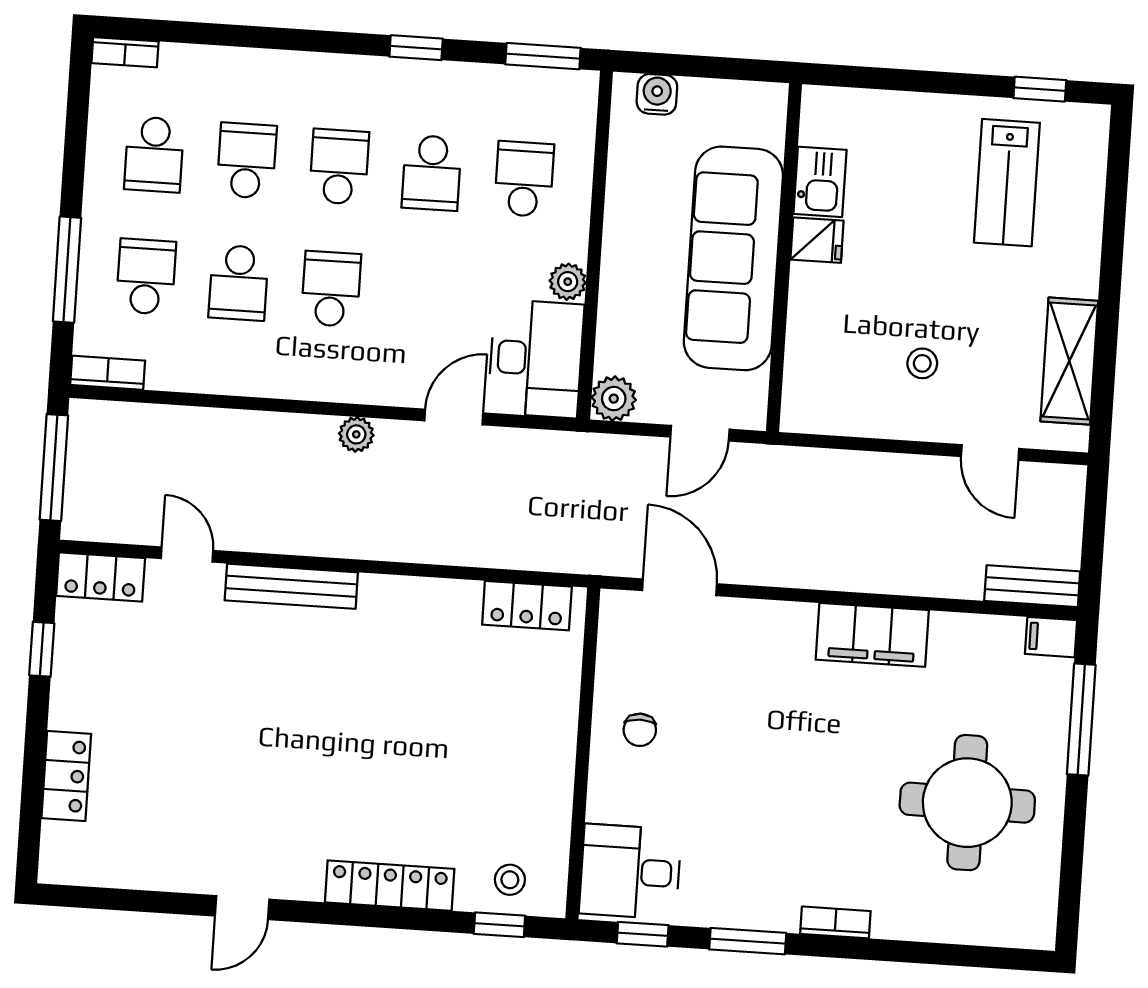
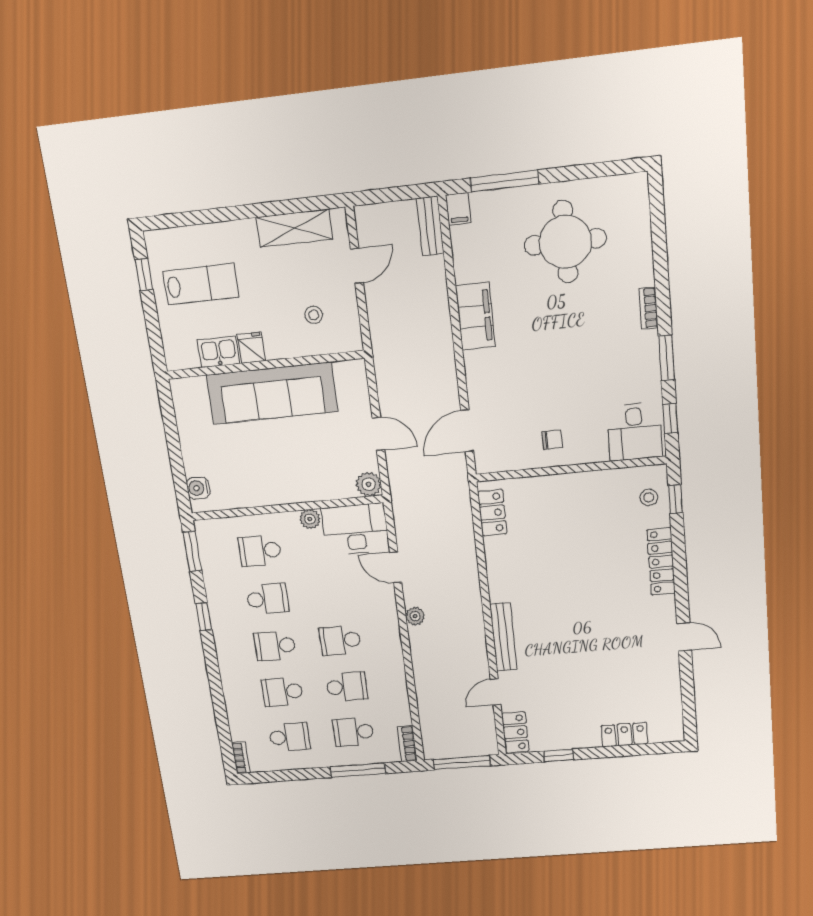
kitchen sink: (820, 182) -> (219, 352), moved
fridge: (817, 240) -> (251, 348), moved
sofa: (733, 258) -> (272, 393), moved
wall: (784, 258) -> (265, 365), moved

